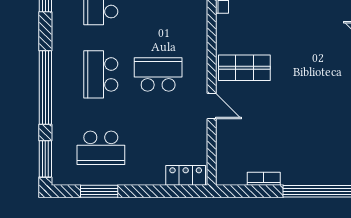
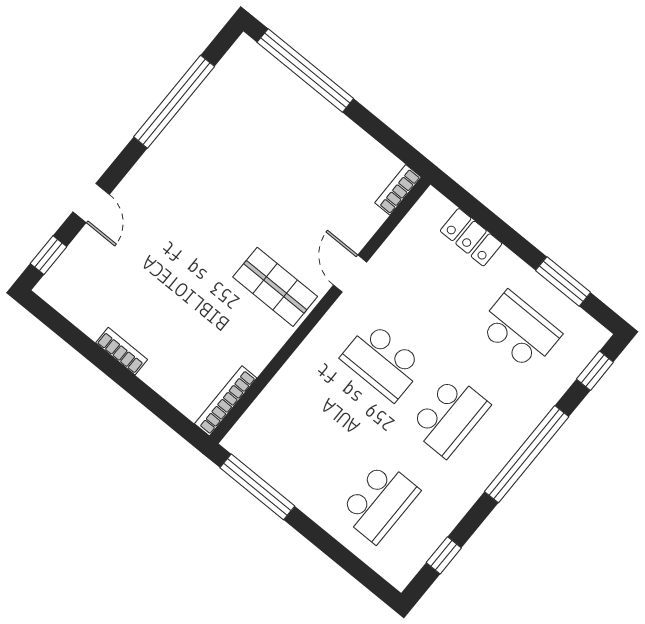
window: (45, 159) -> (595, 371), width x0.67
locker: (186, 175) -> (471, 237), moved
bookcase: (264, 179) -> (398, 190), moved, turned 90

